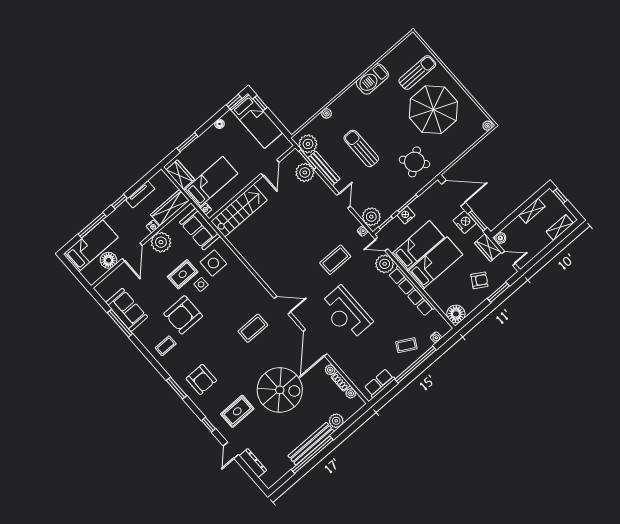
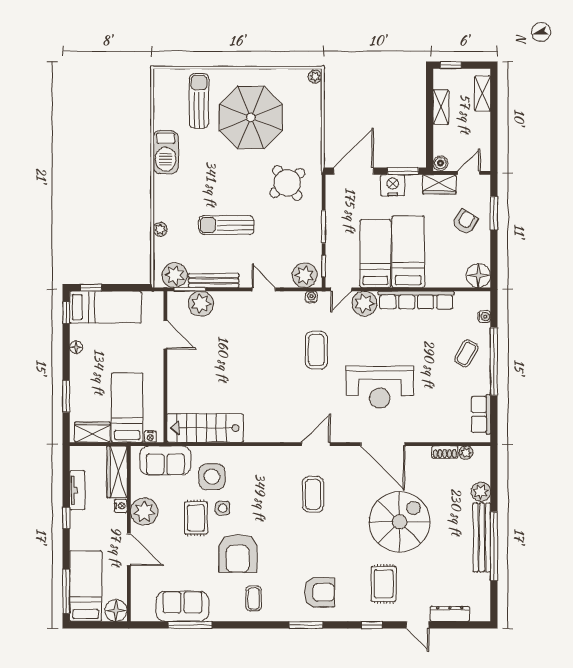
stairs: (239, 211) -> (205, 428), moved, turned -90
nightstand: (406, 215) -> (334, 239), removed
window: (92, 225) -> (66, 591), moved
floor lamp: (109, 260) -> (116, 610), moved
plant: (330, 370) -> (424, 453), removed

